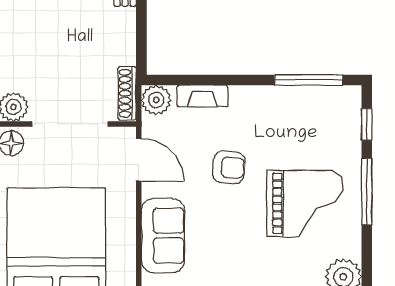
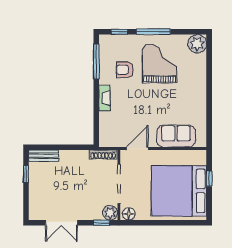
fireplace: (202, 96) -> (105, 98), moved
plant: (156, 100) -> (107, 140), removed
armchair: (229, 167) -> (125, 70), moved, turned -95

